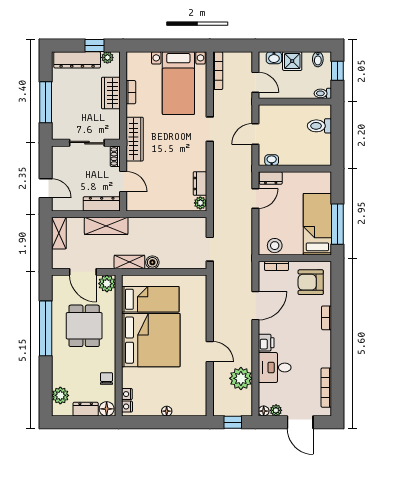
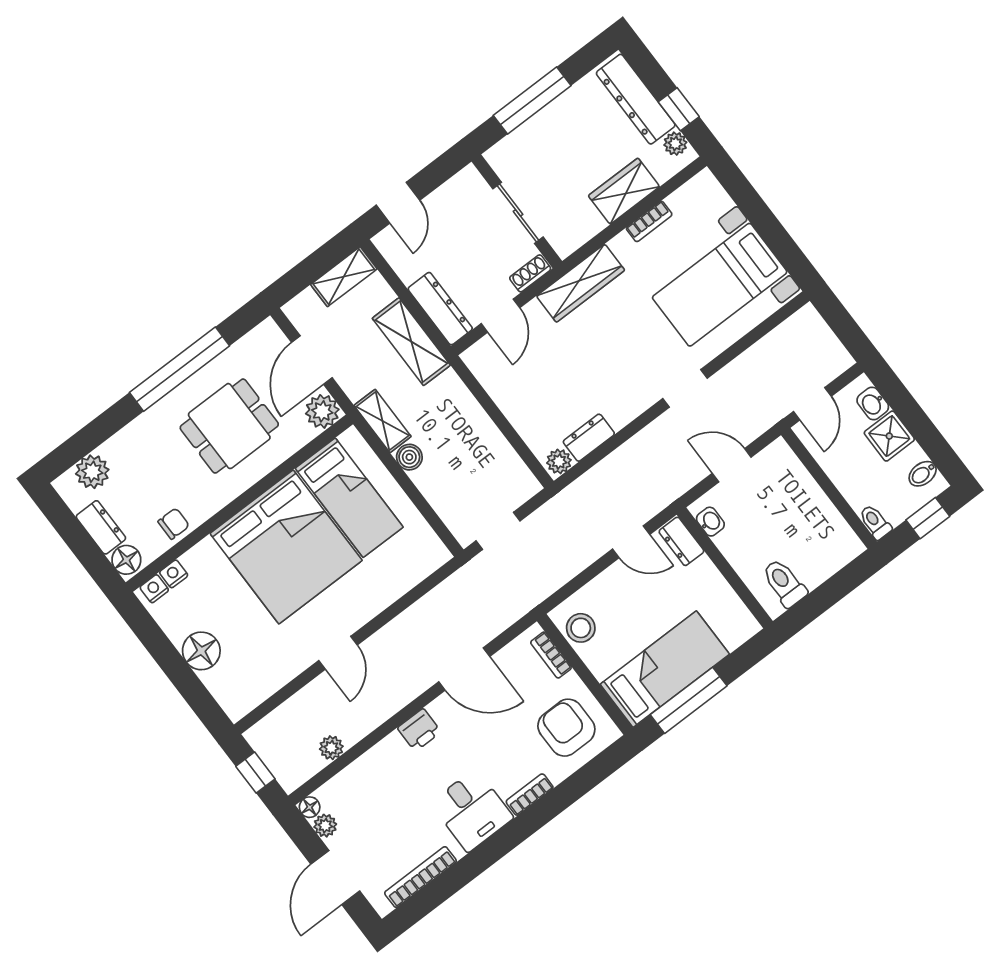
bookcase: (218, 71) -> (786, 331), removed
toilet: (319, 126) -> (784, 583), moved
desk: (275, 367) -> (472, 810), moved, turned 180
plant: (241, 378) -> (331, 748), width x0.53, depth x0.53
floor lamp: (167, 411) -> (201, 651), width x1.89, depth x1.89

